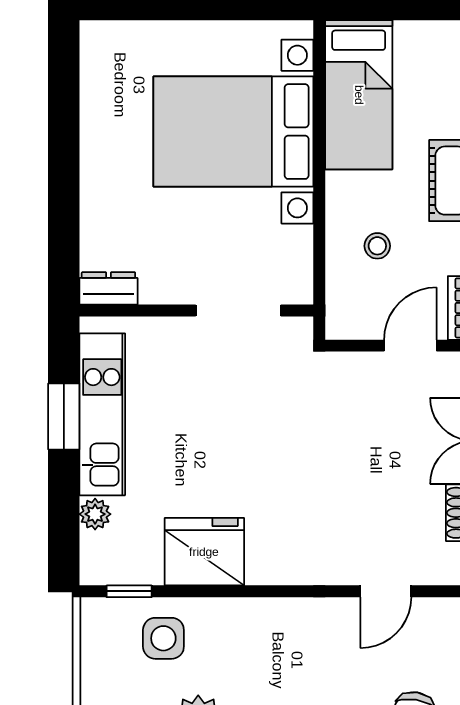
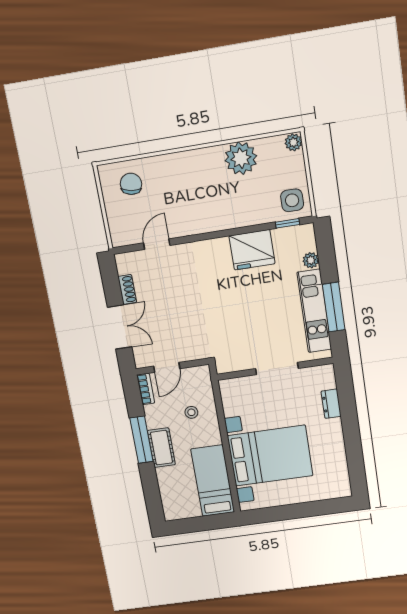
dresser: (108, 288) -> (331, 404), moved, turned 90
doorway: (238, 311) -> (277, 368), moved
window: (64, 416) -> (334, 307), width x1.44
side table: (163, 638) -> (292, 200), moved

